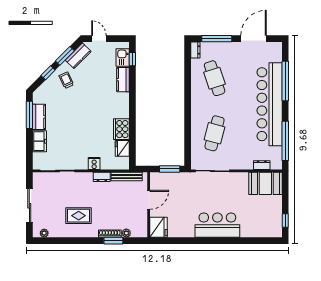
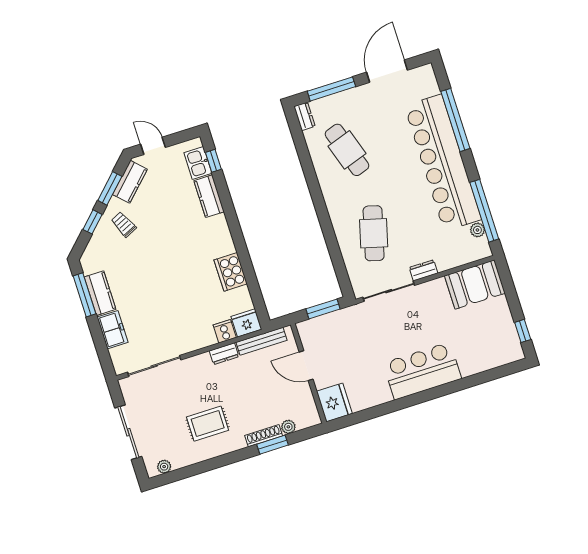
fridge: (122, 148) -> (246, 323), moved, turned 90
plant: (277, 151) -> (477, 230), added
cooker: (94, 164) -> (225, 331), moved
dresser: (262, 165) -> (423, 270), moved
door: (149, 200) -> (306, 366), swing flipped

